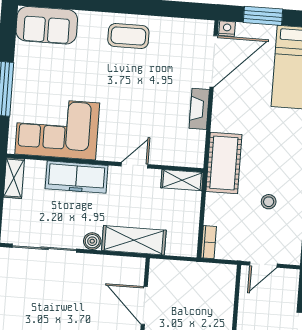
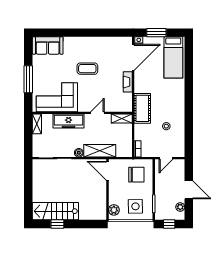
coffee table: (128, 36) -> (87, 69), moved
chair: (202, 293) -> (136, 175), added
door: (144, 305) -> (107, 171), moved

